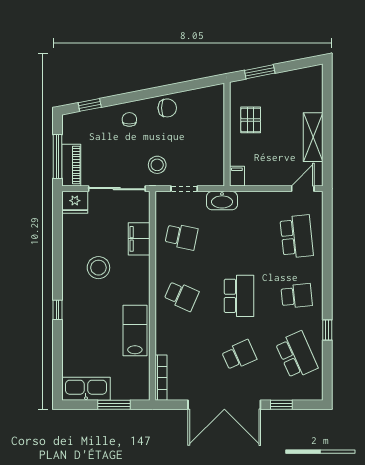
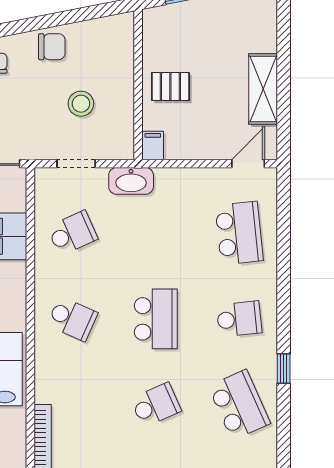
pallet: (251, 120) -> (170, 87), moved, turned 90
stool: (157, 165) -> (81, 104), moved
school desk: (181, 237) -> (72, 233), turned -36

